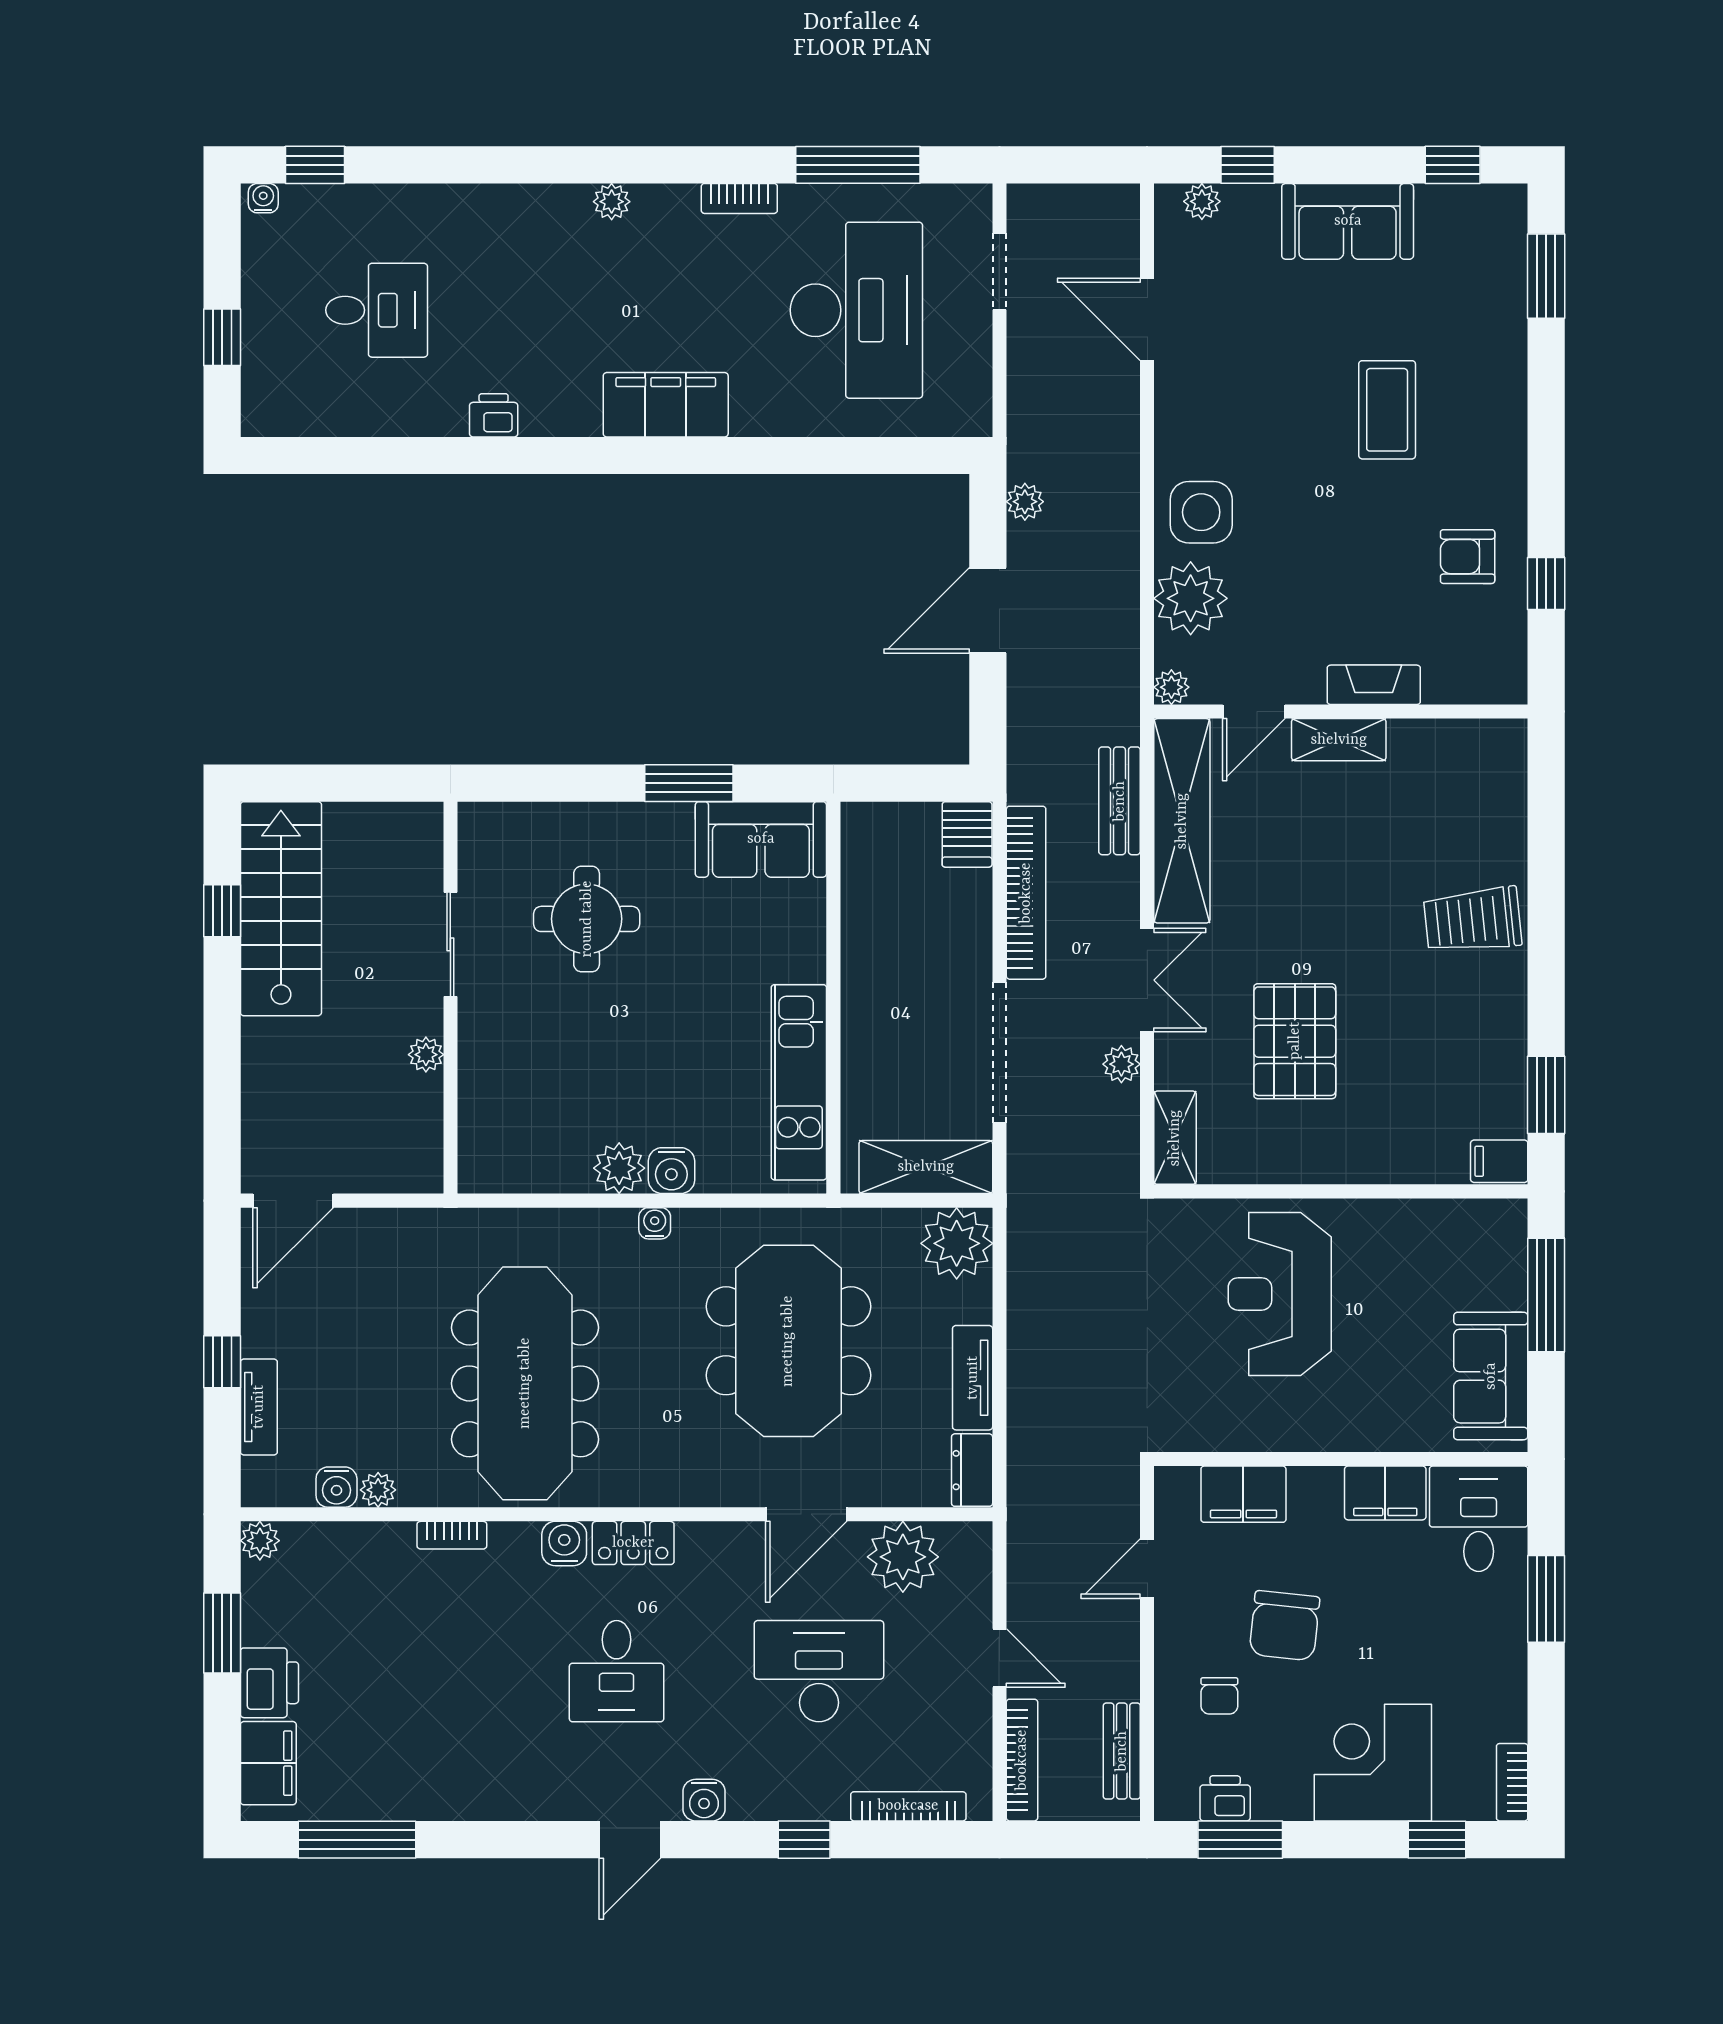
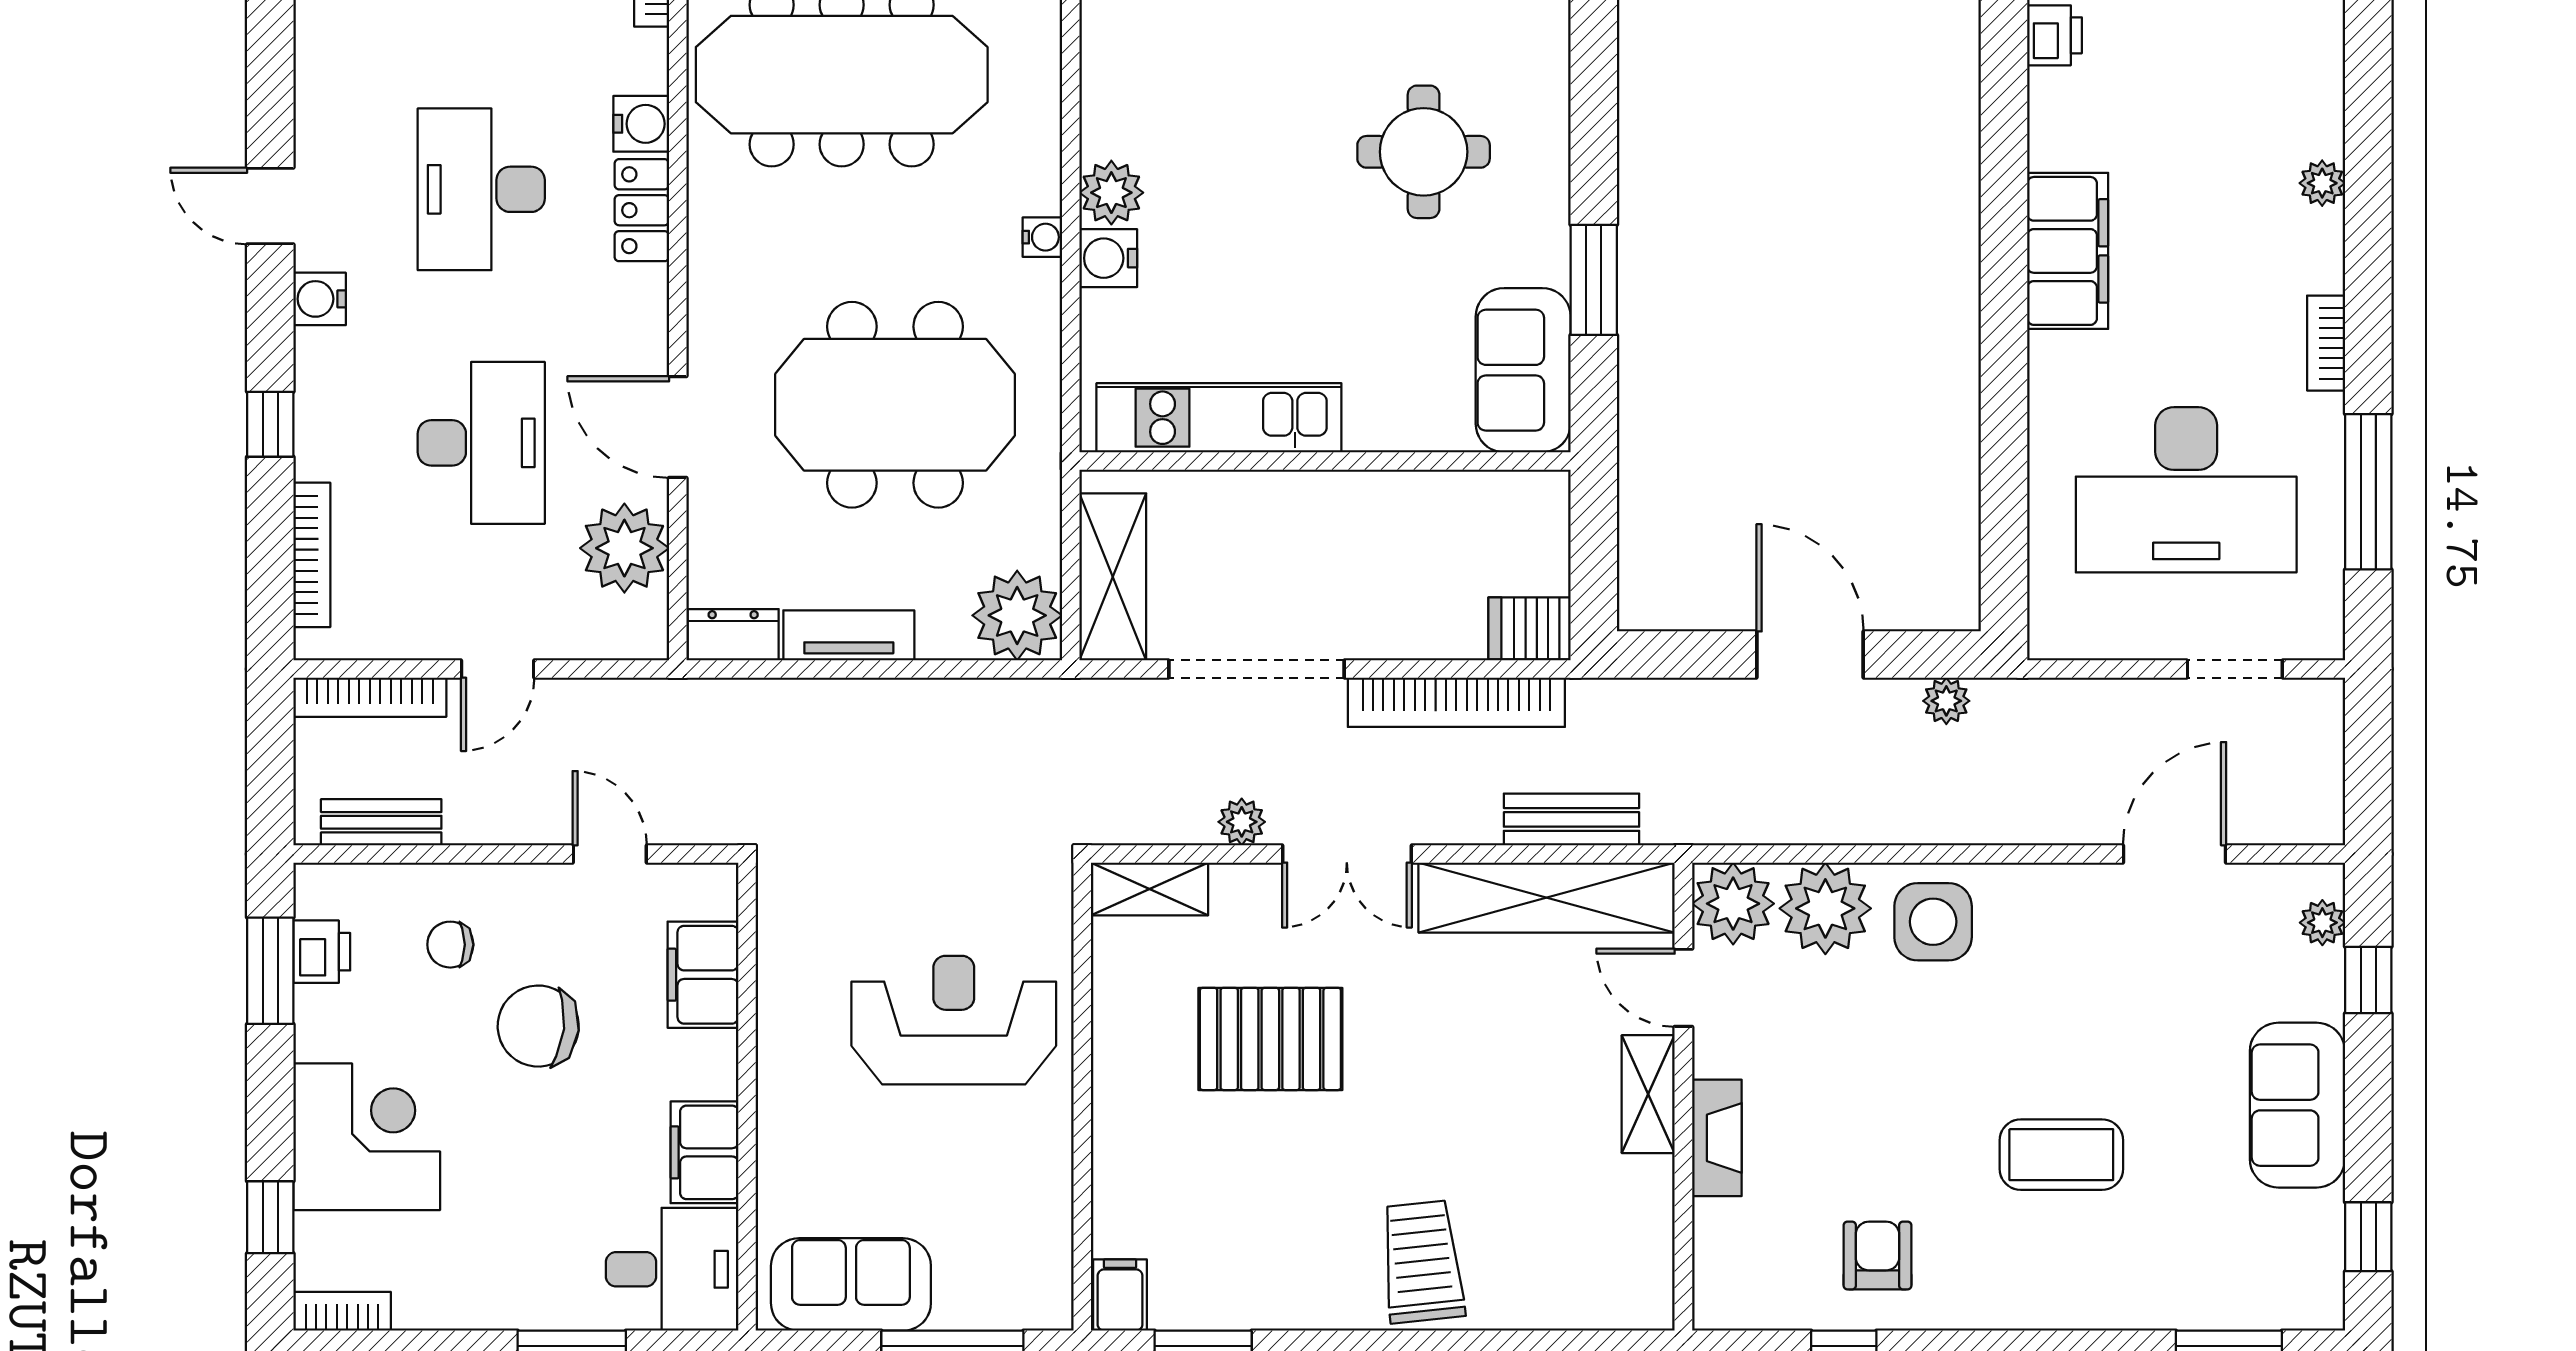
plant: (1171, 687) -> (1733, 904), width x1.88, depth x1.88
desk: (617, 1671) -> (481, 189), width x1.37

